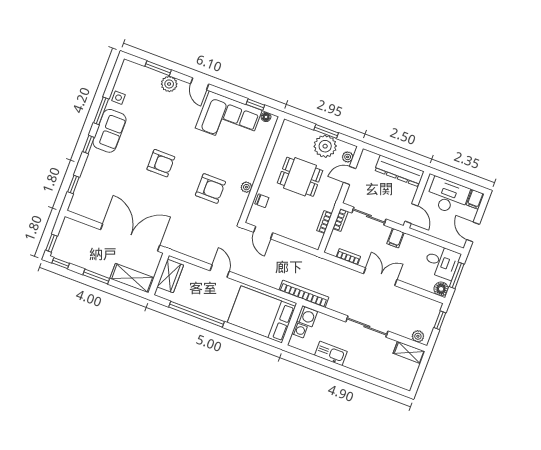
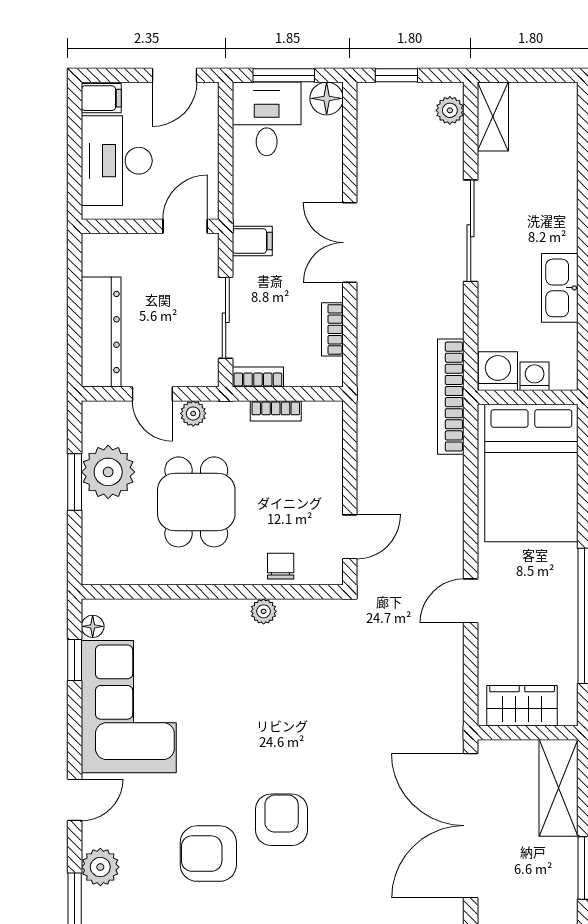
plant: (348, 157) -> (193, 413), moved
dresser: (399, 171) -> (101, 332), moved
armchair: (210, 189) -> (208, 854), moved, turned -90

